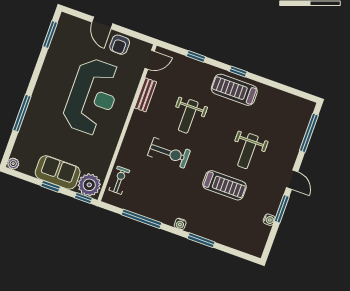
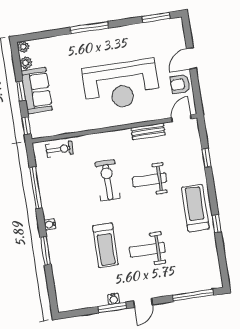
door: (150, 60) -> (181, 118), swing flipped
window: (238, 71) -> (217, 224), moved
window: (22, 113) -> (89, 28), moved
exercise bike: (169, 153) -> (108, 180), turned 180
plant: (89, 185) -> (26, 63), moved, width x0.53, depth x0.53
water cooler: (269, 220) -> (114, 299), moved

